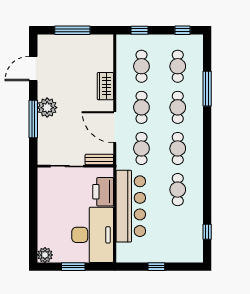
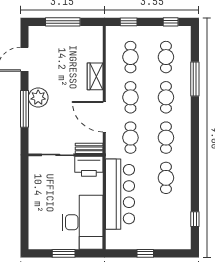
printer: (103, 192) -> (89, 166), moved, turned -90
plant: (45, 255) -> (36, 242), removed

